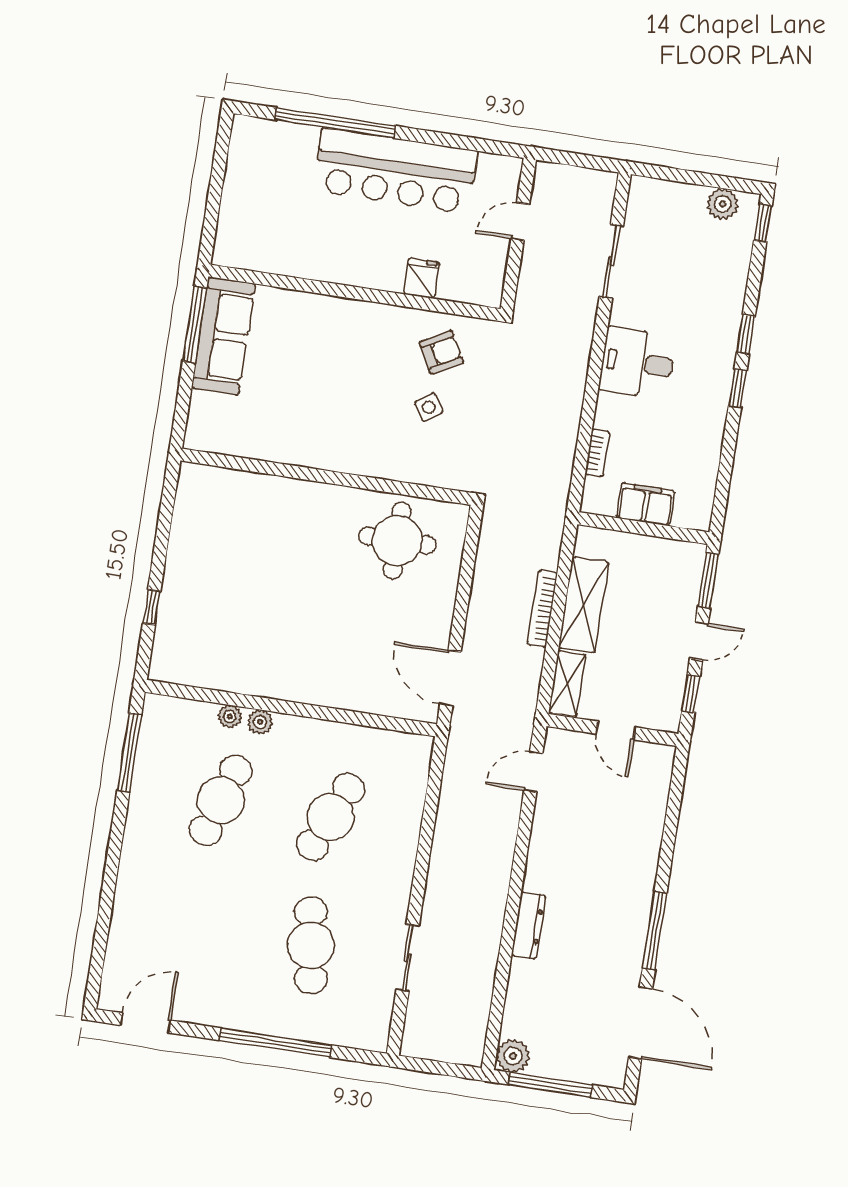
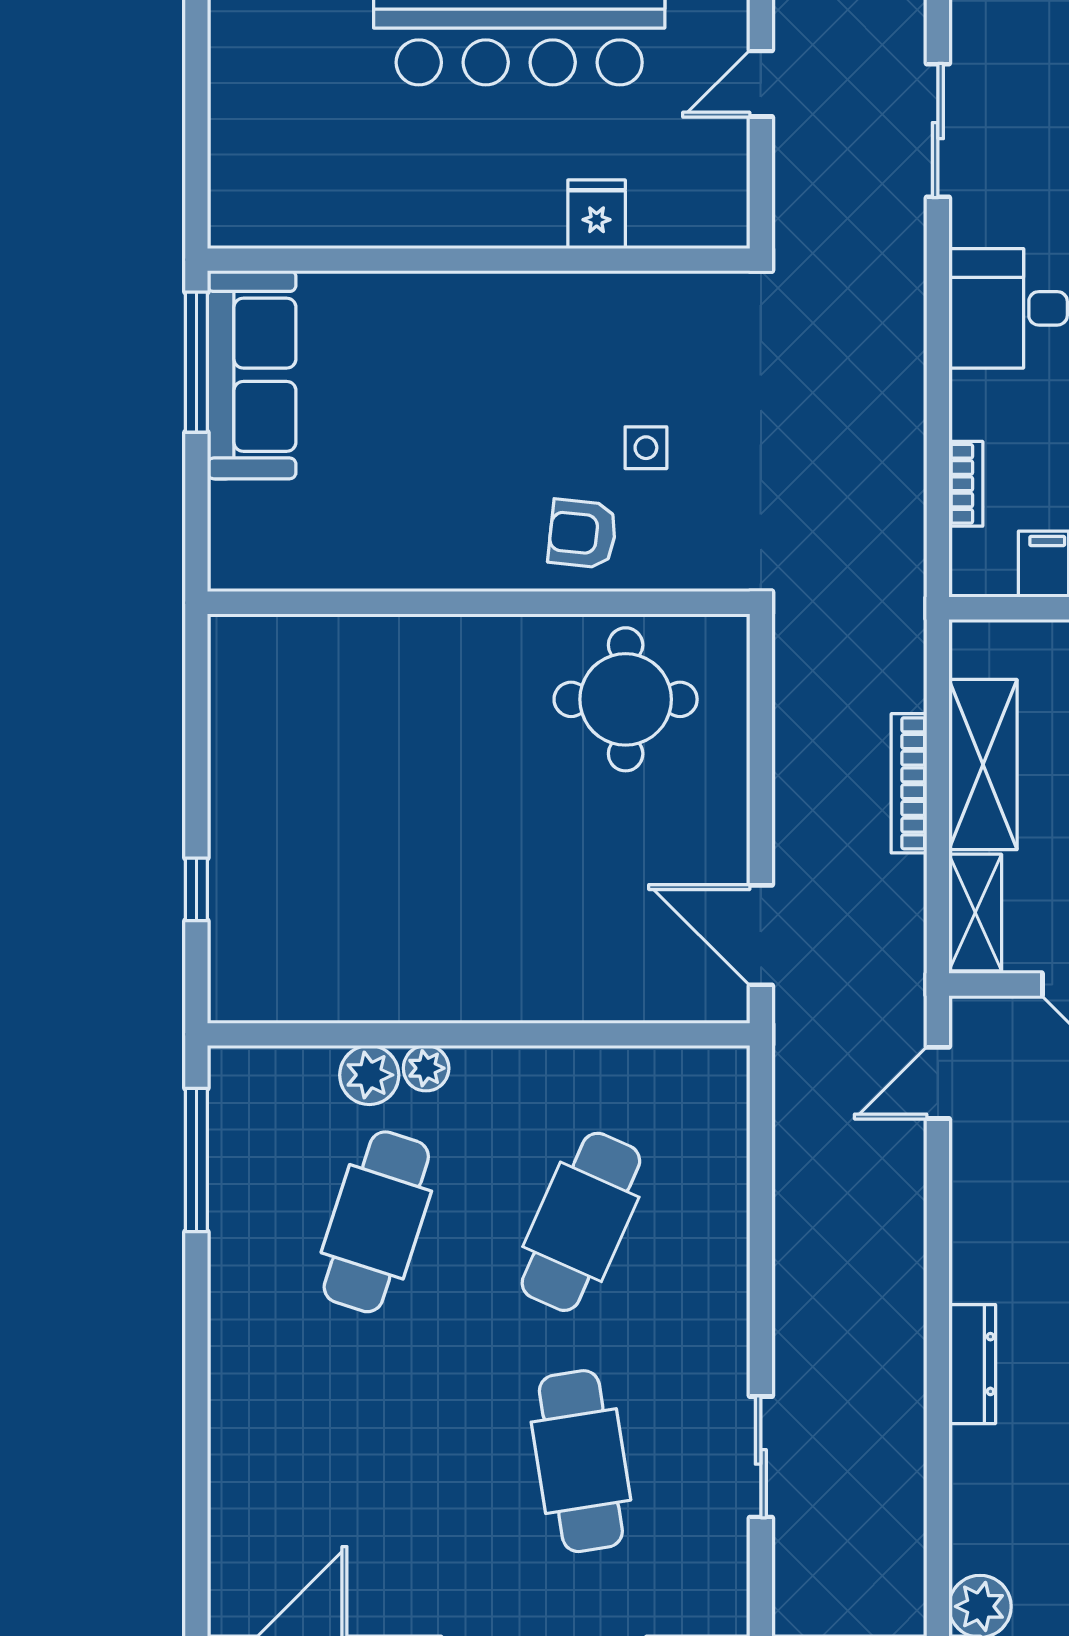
armchair: (441, 352) -> (583, 534), moved, turned -145
side table: (429, 407) -> (646, 448), turned 33
plant: (230, 717) -> (369, 1075), width x1.38, depth x1.38

